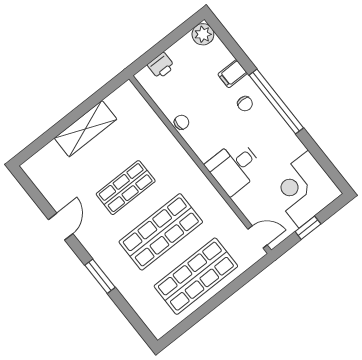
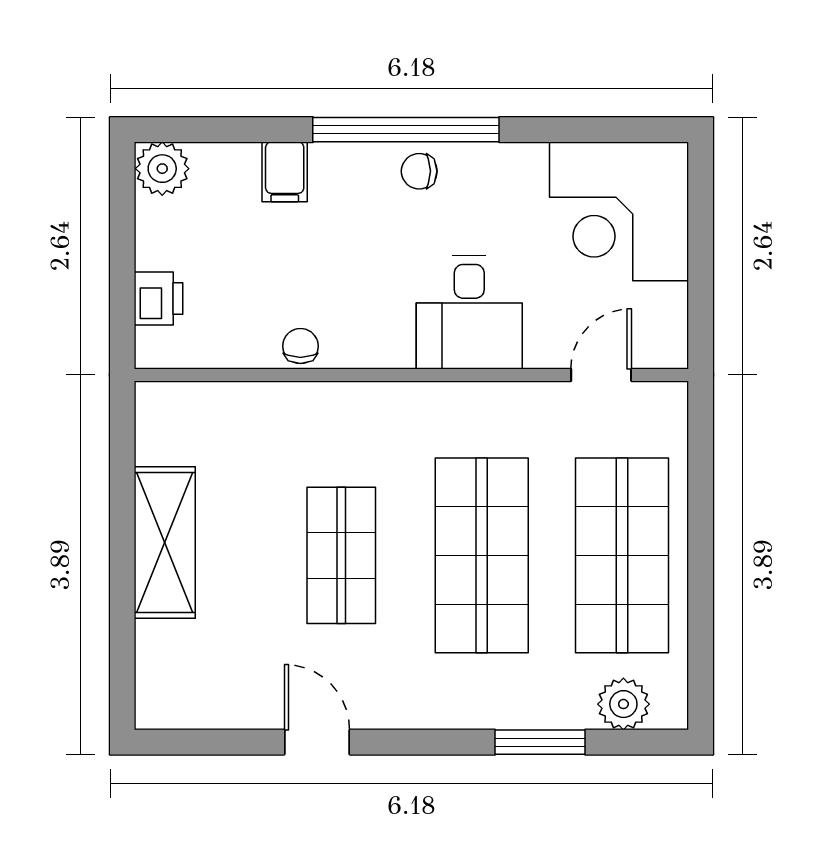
chair: (245, 104) -> (419, 171), moved, turned 180
window: (308, 228) -> (701, 263), removed
door: (258, 237) -> (601, 375), moved
window: (100, 276) -> (540, 742), moved
plant: (149, 314) -> (623, 704), added

